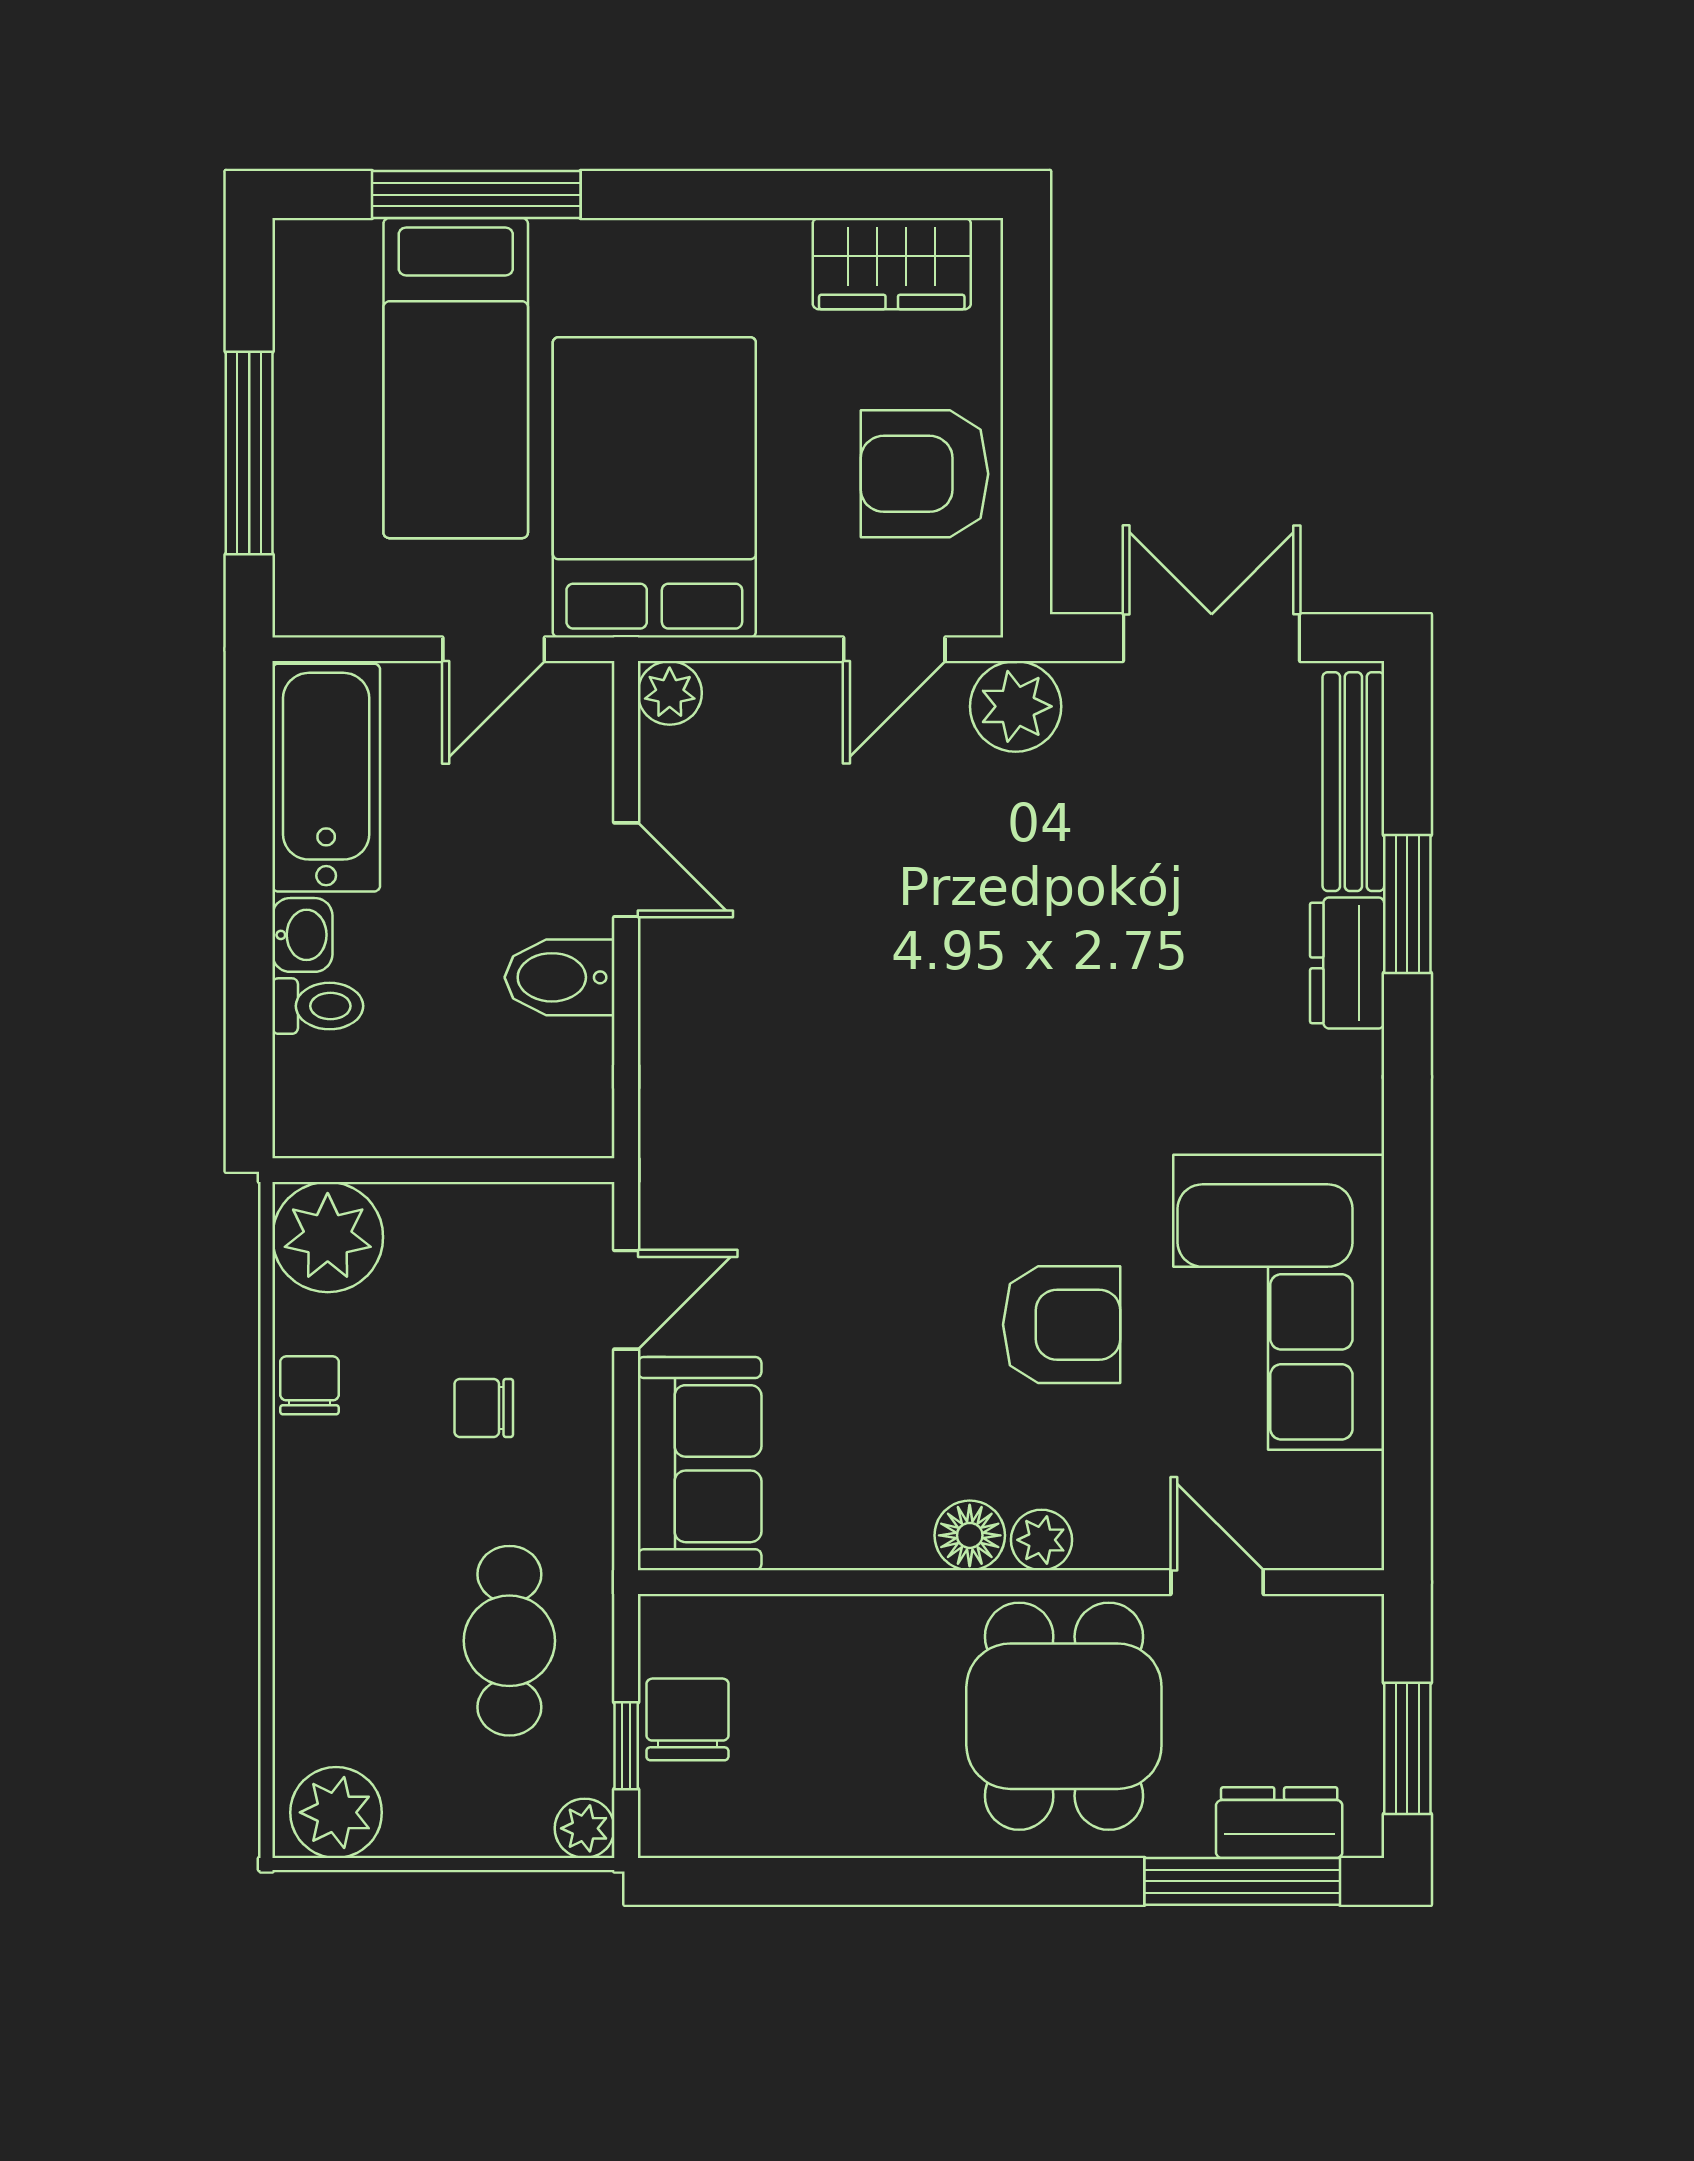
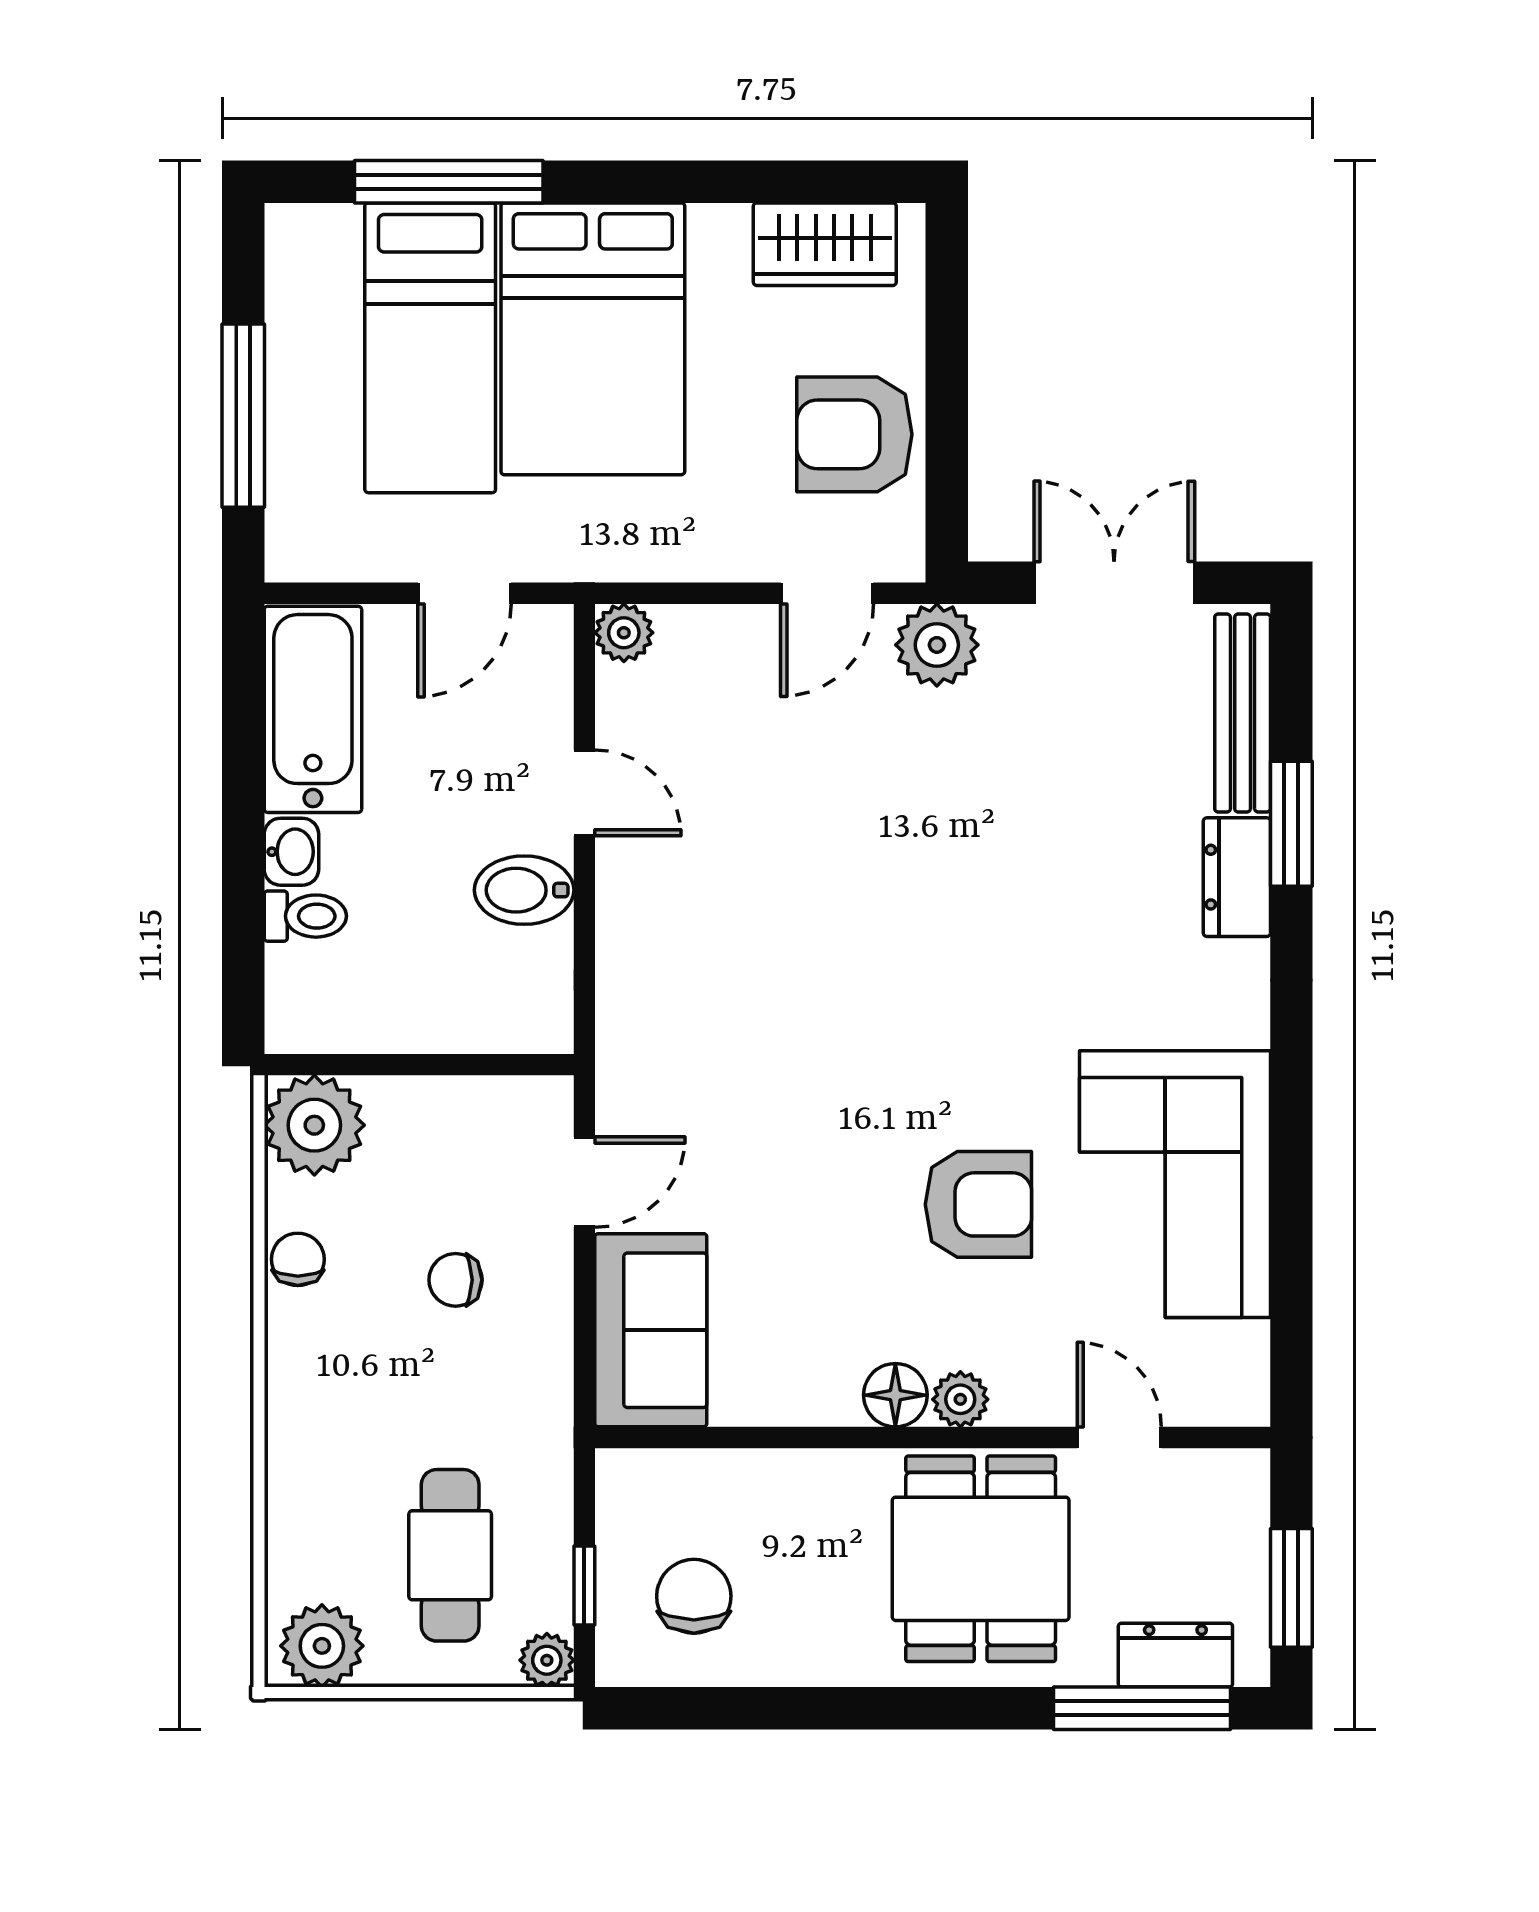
bed: (654, 487) -> (593, 339), moved, turned 180
cafe table: (509, 1641) -> (450, 1555), moved
chair: (687, 1719) -> (694, 1596), moved

